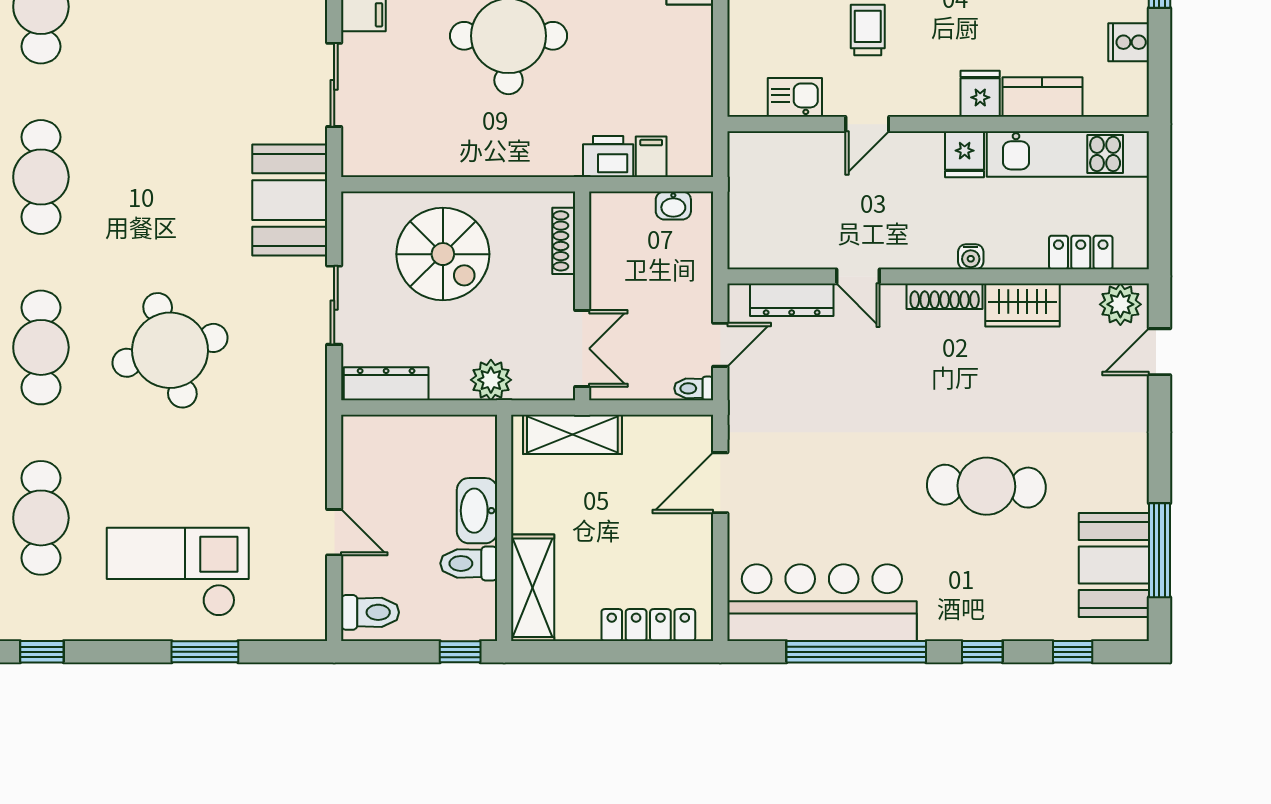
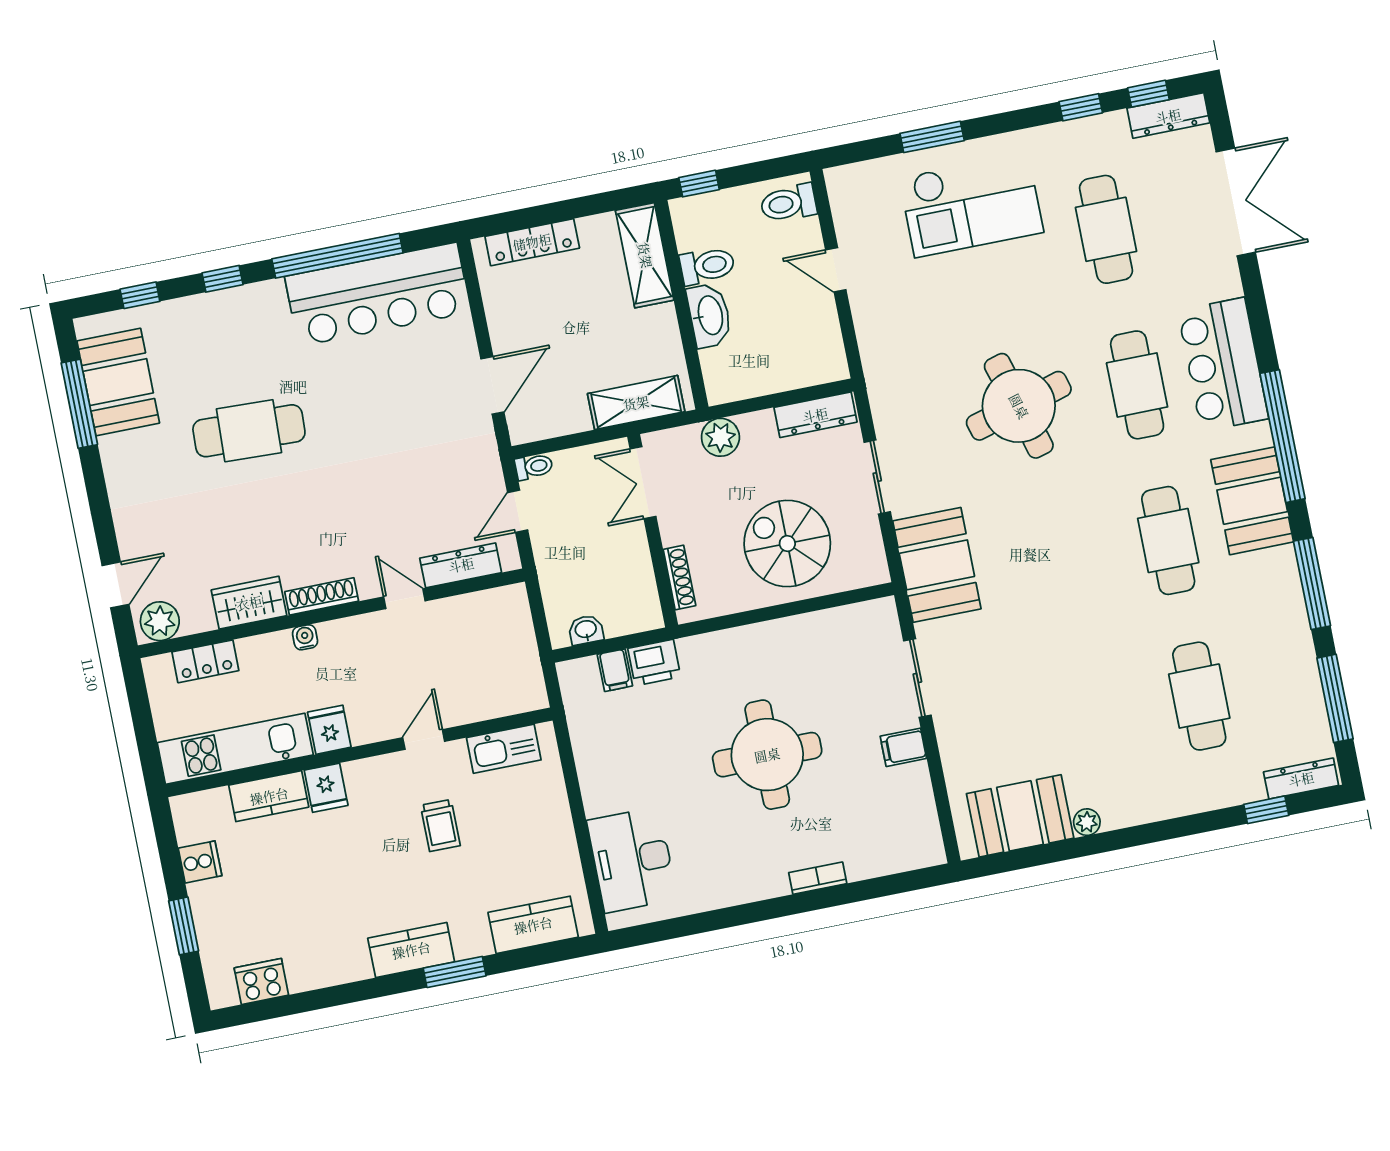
kitchen sink: (795, 97) -> (504, 749), width x1.38

